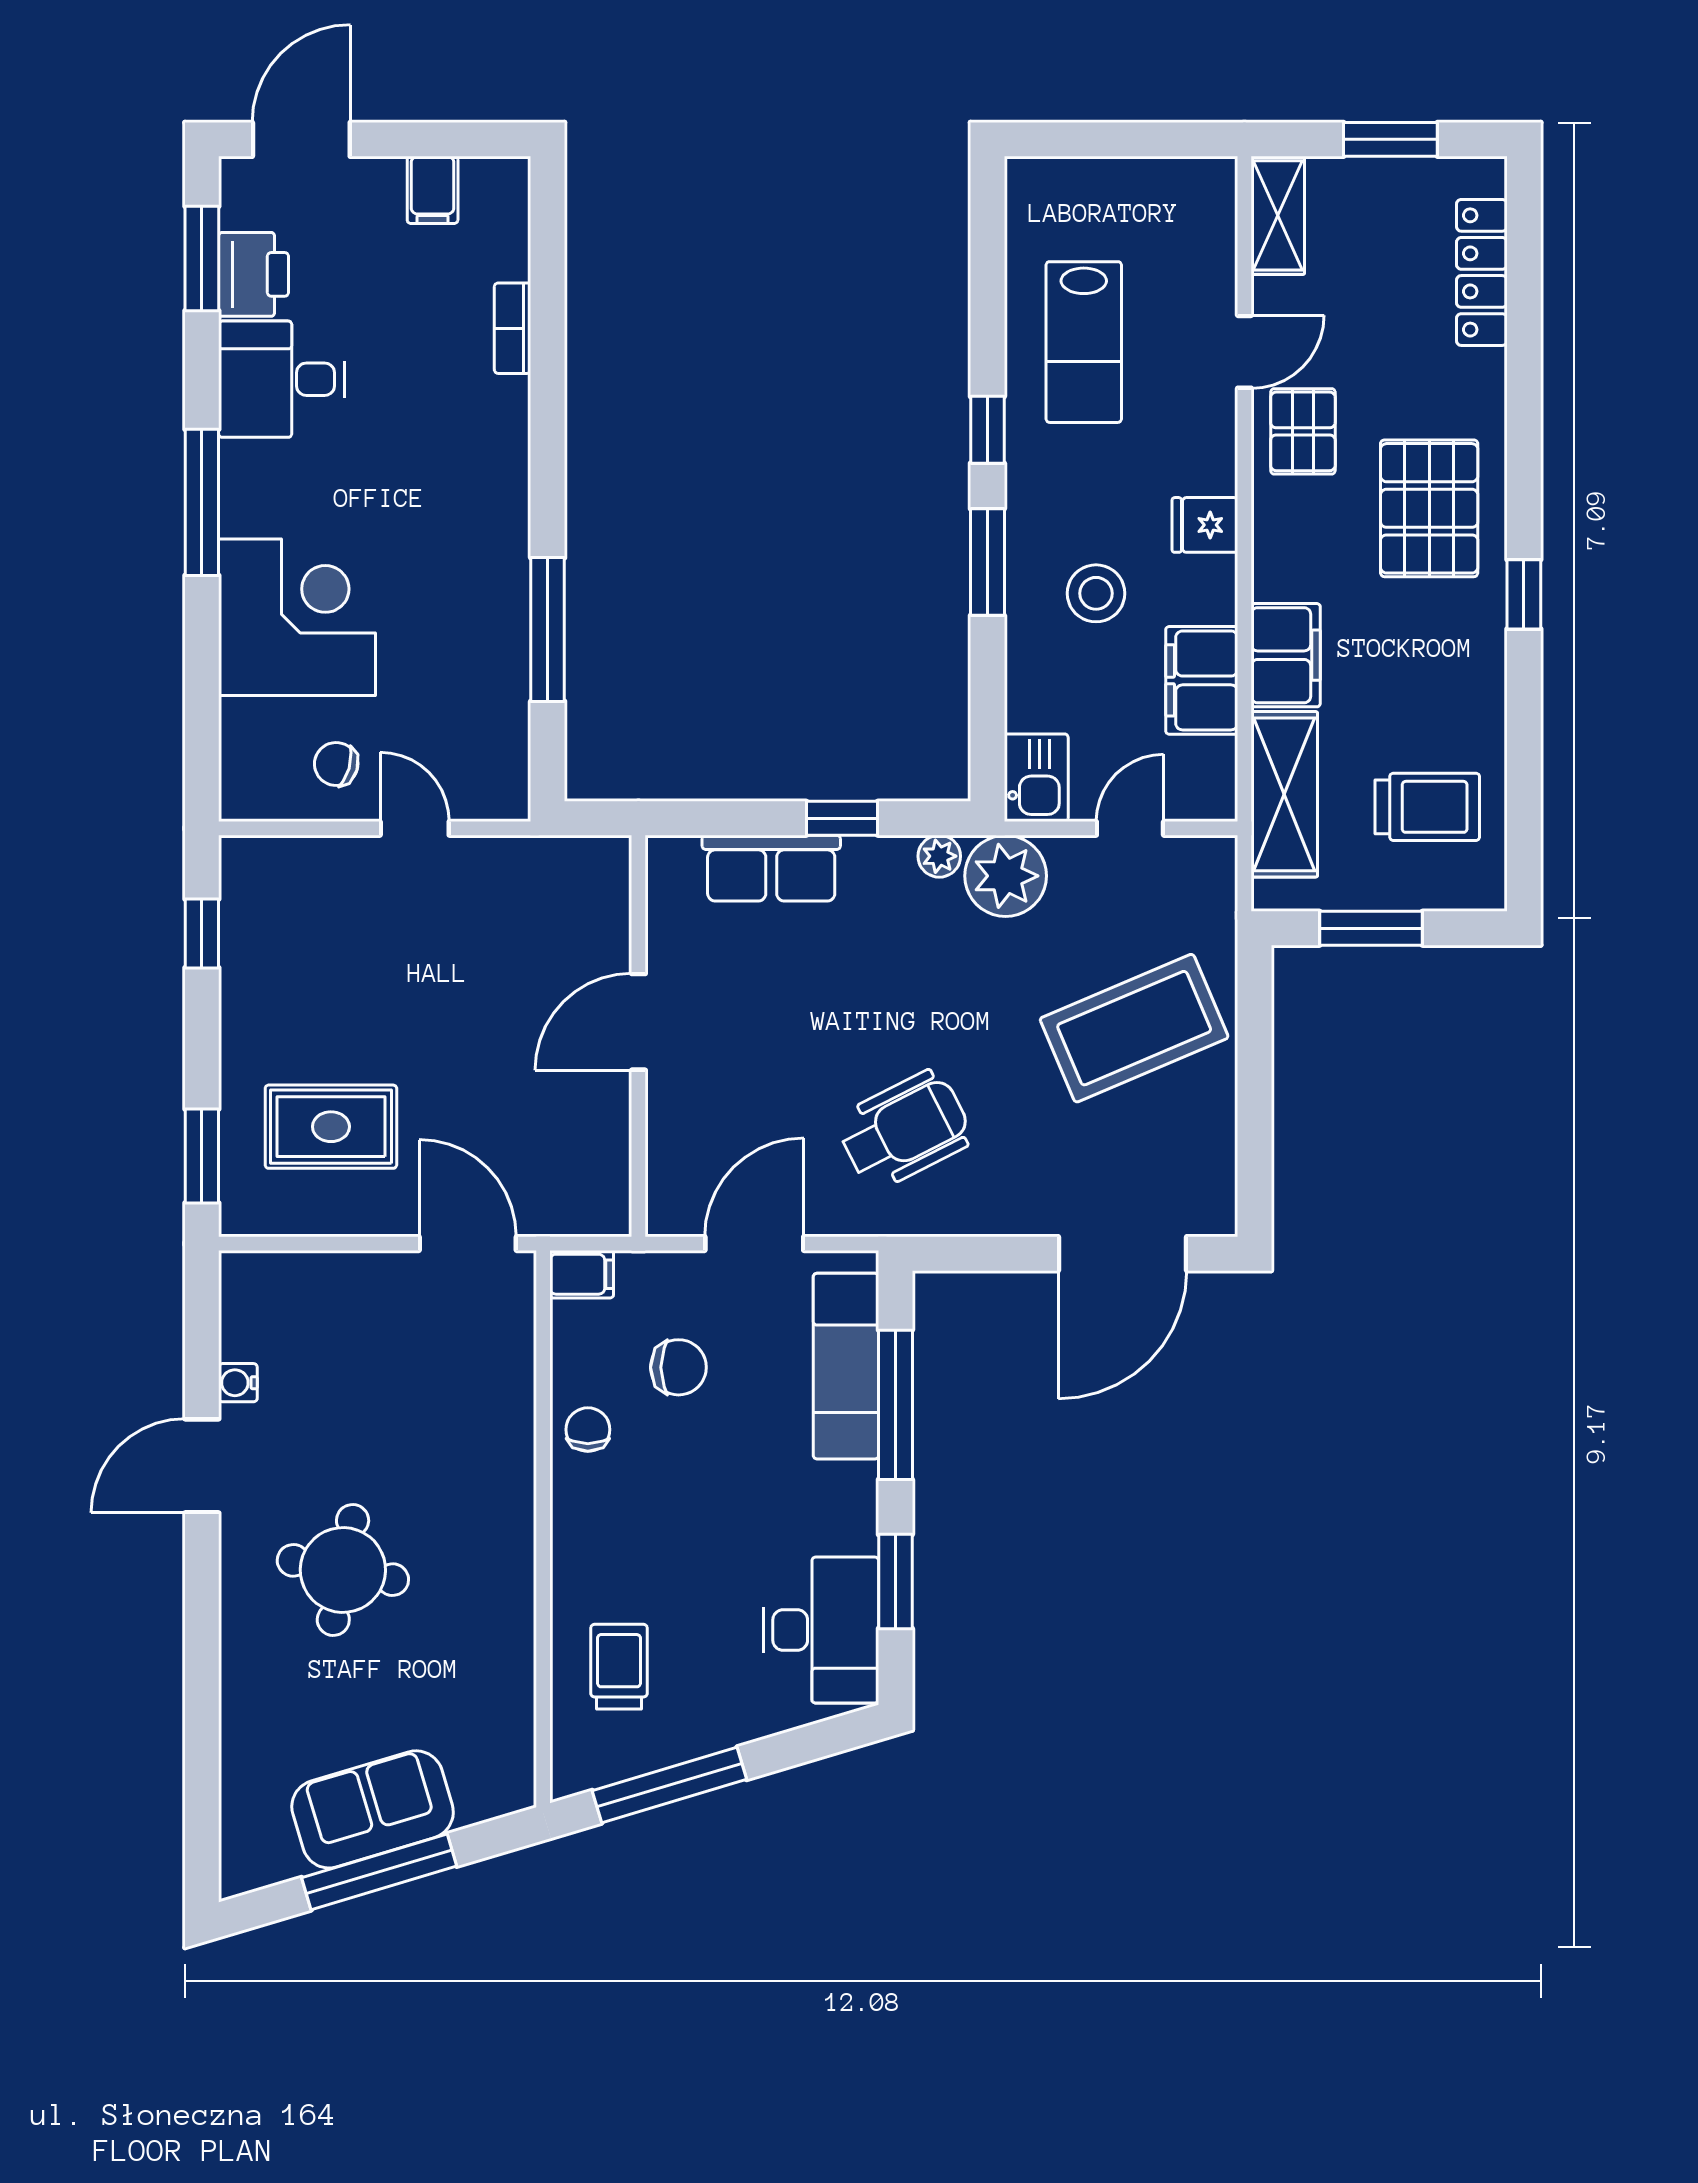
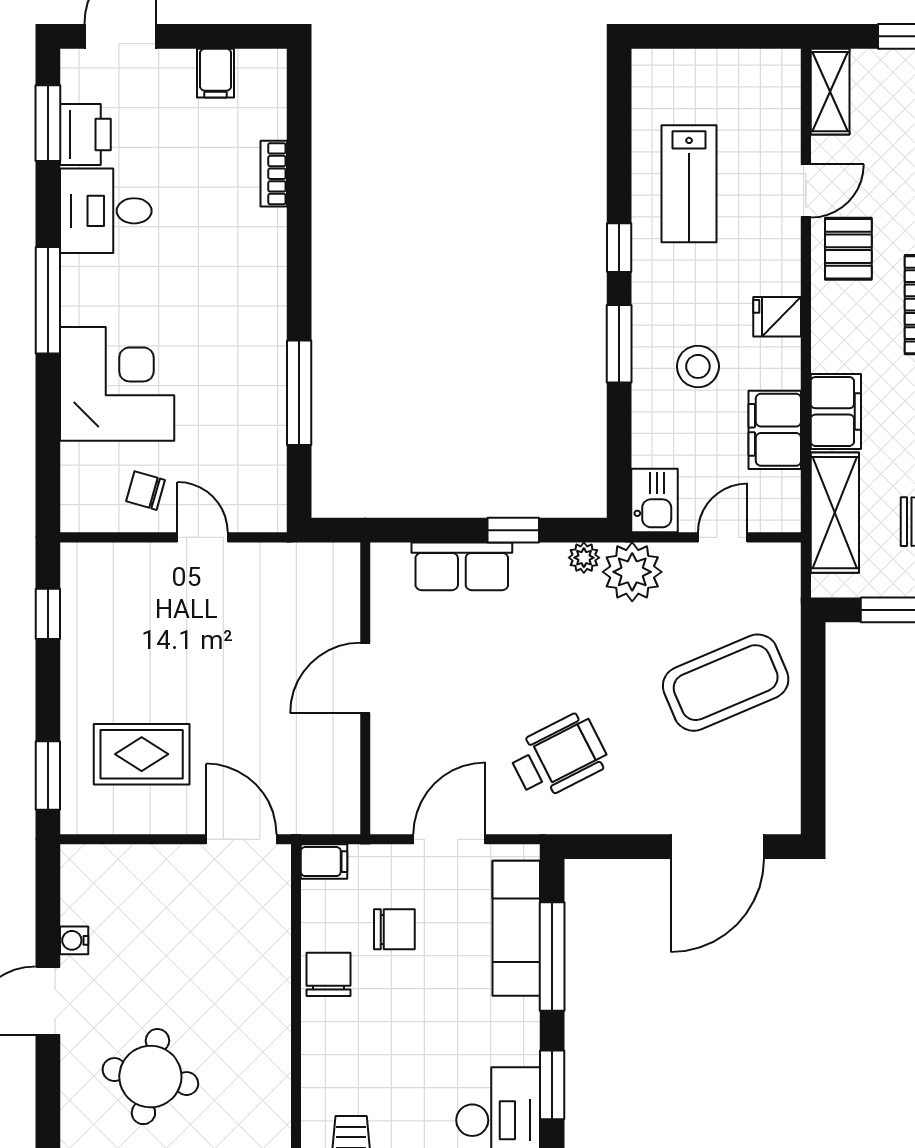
chair: (588, 1430) -> (329, 974), width x1.37, depth x1.37

